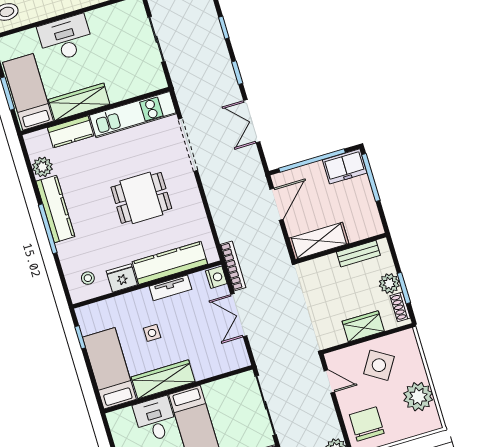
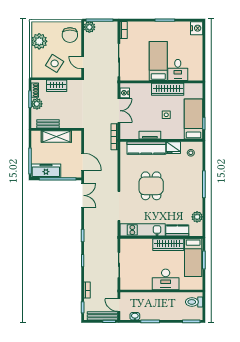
double door: (252, 121) -> (83, 195), moved
freezer: (345, 166) -> (46, 171), width x1.40
dining table: (141, 198) -> (151, 186), turned 90
door: (277, 204) -> (83, 162), swing flipped
kitchen counter: (55, 209) -> (197, 193), removed
shelving: (319, 241) -> (56, 136), moved
nightstand: (216, 277) -> (125, 93), moved
bed: (109, 368) -> (194, 119), moved, turned 180

